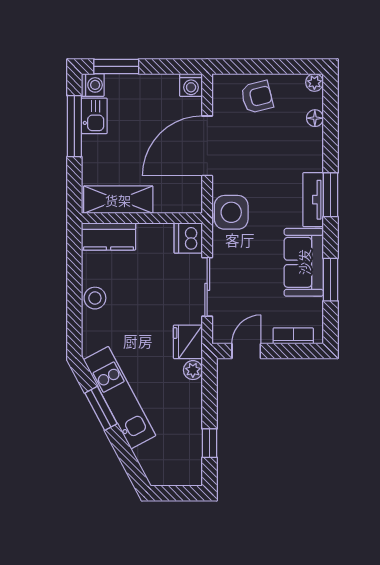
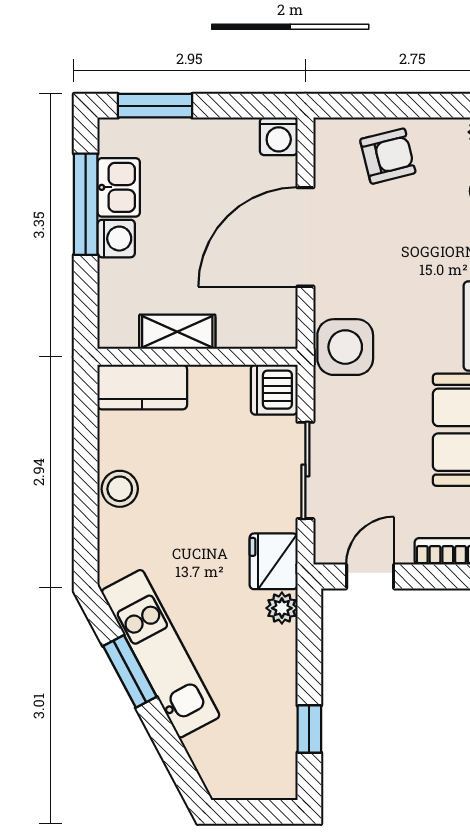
washing machine: (93, 85) -> (116, 239), moved
shelving: (118, 200) -> (177, 332), width x0.67, depth x0.75

